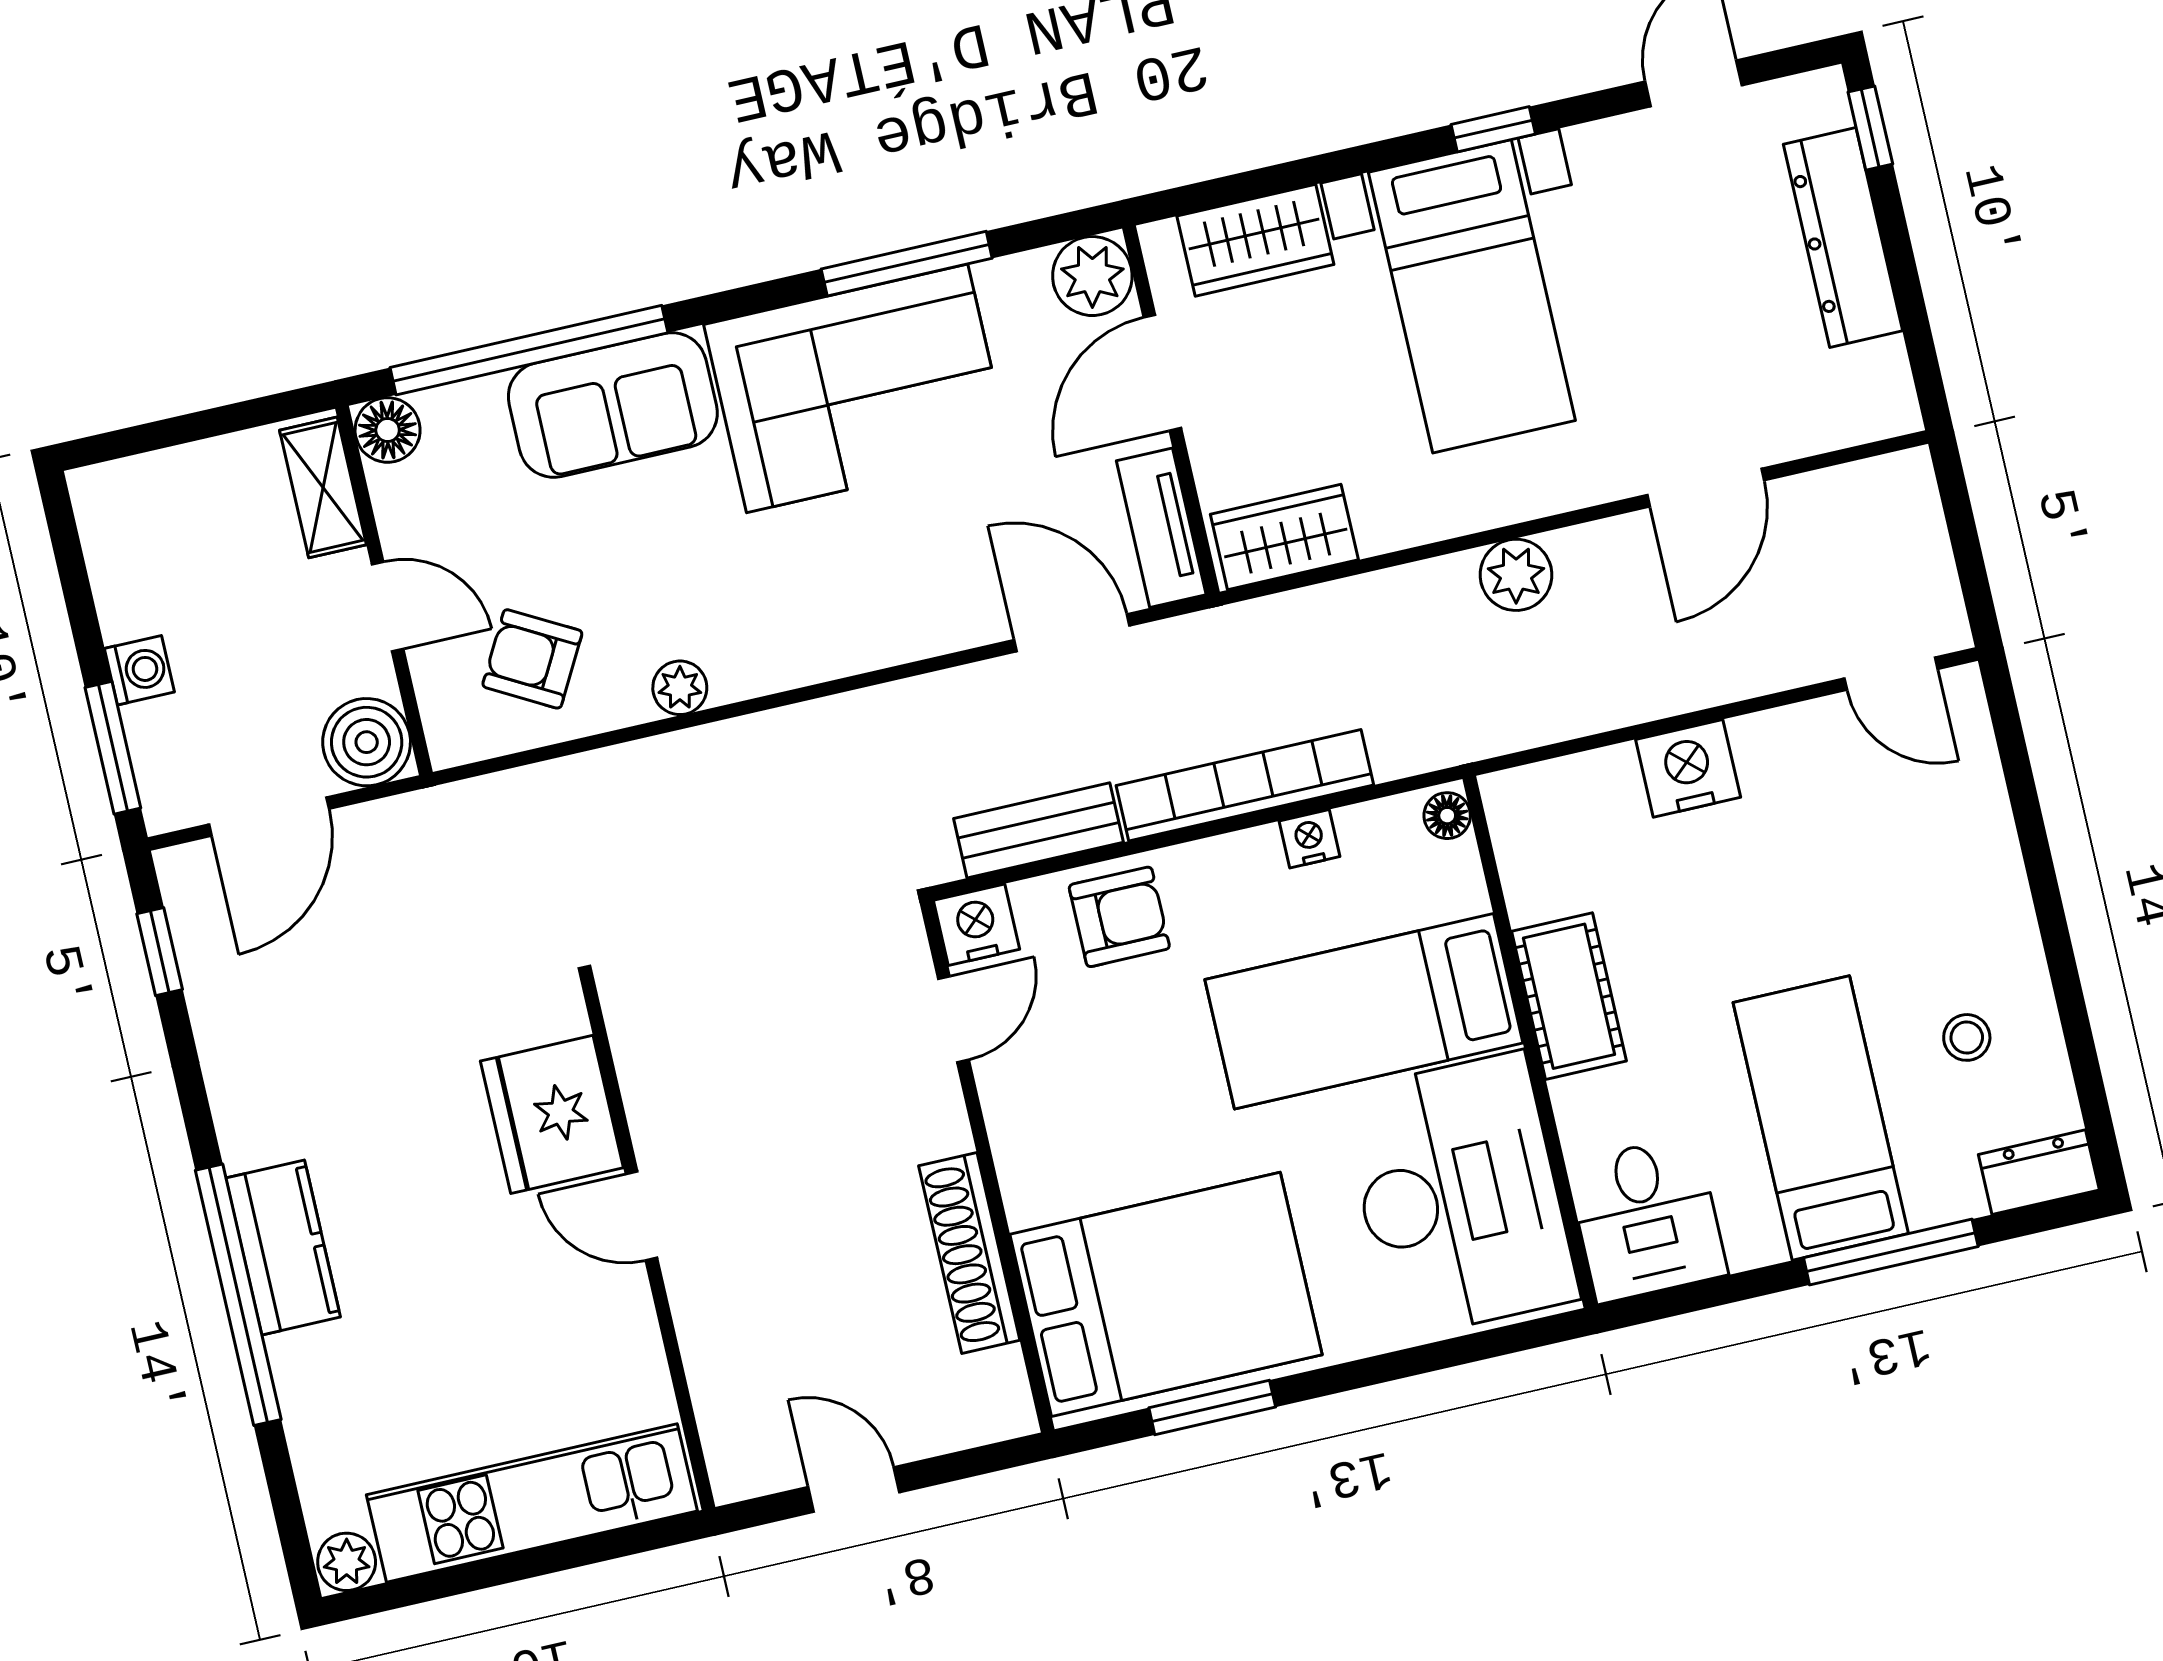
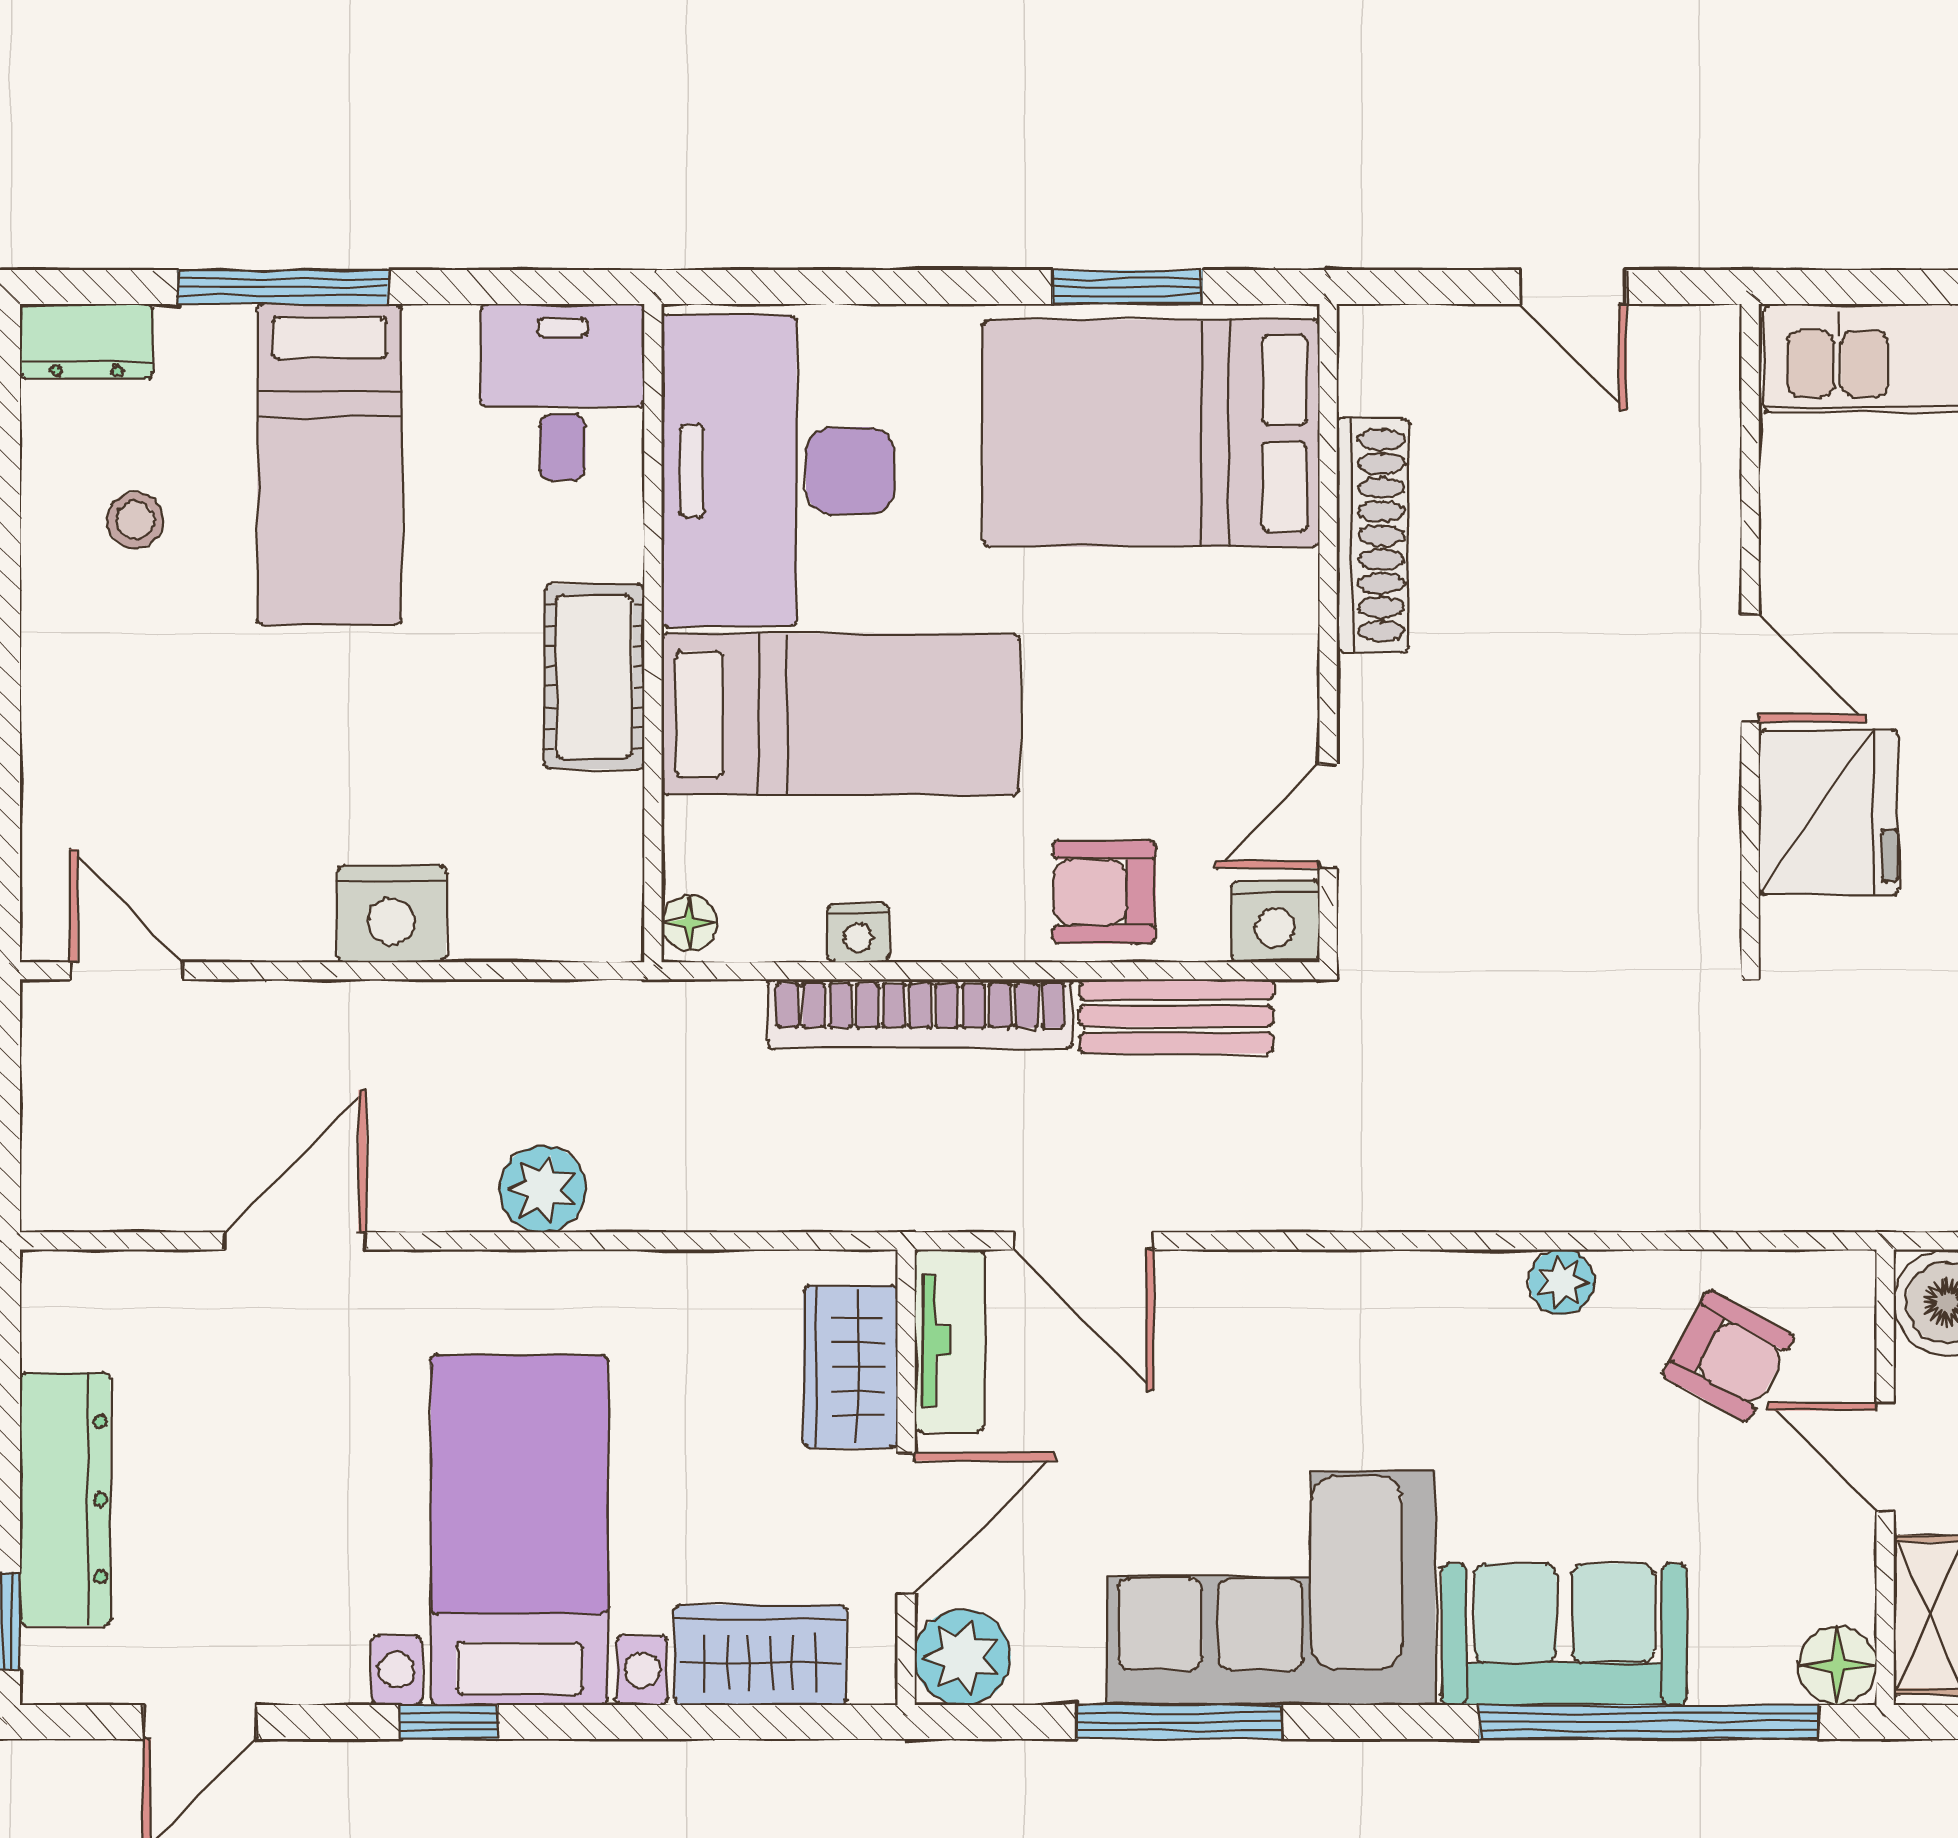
wardrobe: (1284, 537) -> (851, 1367), moved, turned 90

